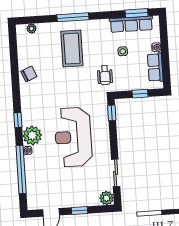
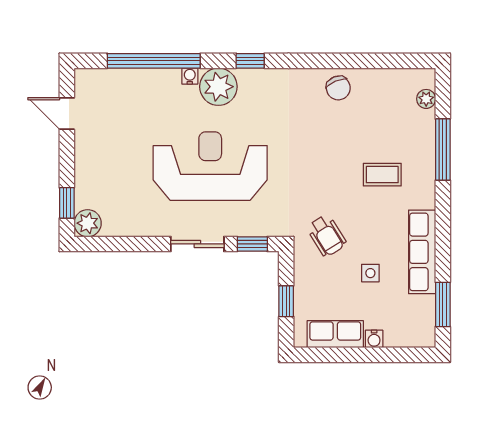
window: (73, 17) -> (443, 150), moved
row of seats: (131, 24) -> (422, 252), moved
coffee table: (72, 49) -> (382, 175), width x0.54, depth x0.58
wheelchair: (105, 75) -> (327, 236), turned -122
sliding door: (116, 173) -> (197, 244), moved
window: (79, 210) -> (67, 203), moved

